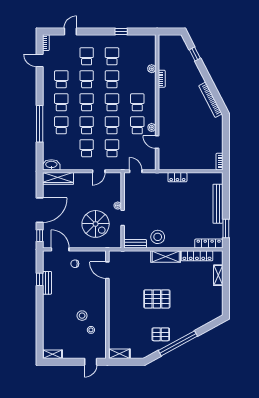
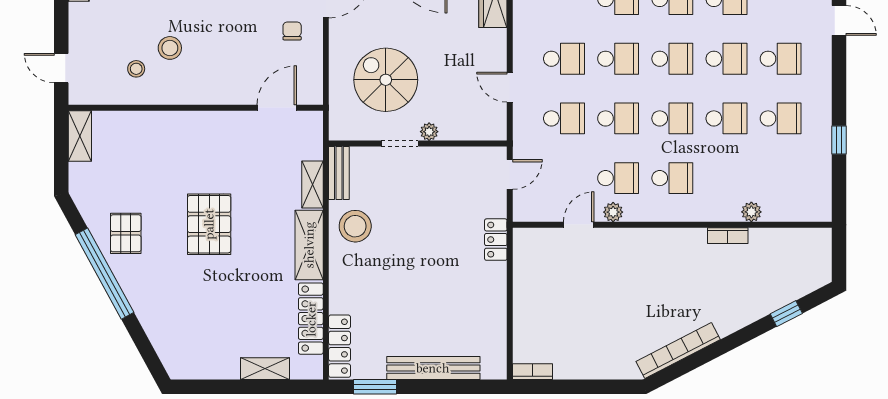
locker: (177, 177) -> (496, 240), moved
spiral stairs: (96, 224) -> (386, 80), turned 90
shelving: (140, 255) -> (312, 185), added

